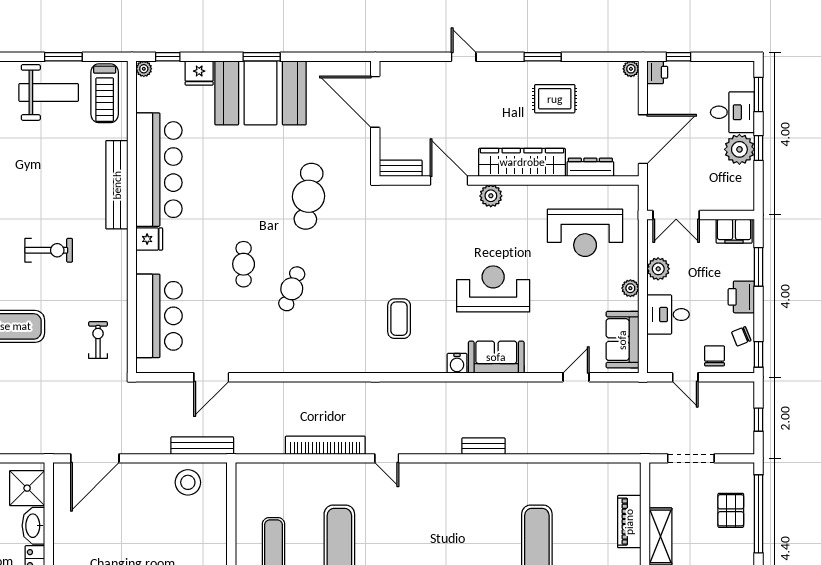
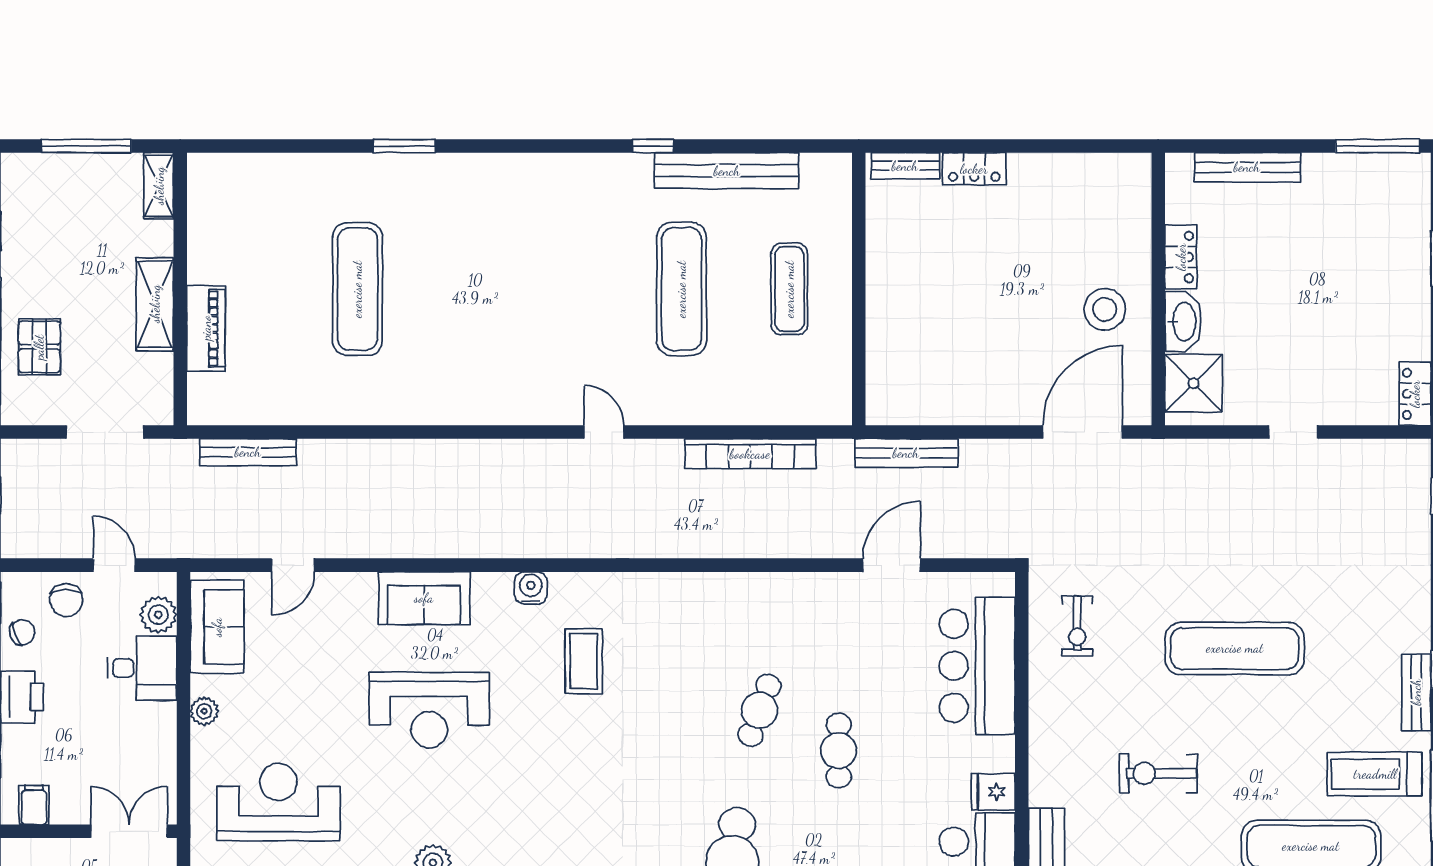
filing cabinet: (734, 231) -> (34, 805), width x0.50
plant: (658, 269) -> (158, 615), moved
water cooler: (457, 363) -> (531, 588), moved
bookcase: (325, 445) -> (750, 454), moved
bench: (483, 446) -> (248, 452), moved, width x1.36
stool: (188, 482) -> (1105, 309), moved

